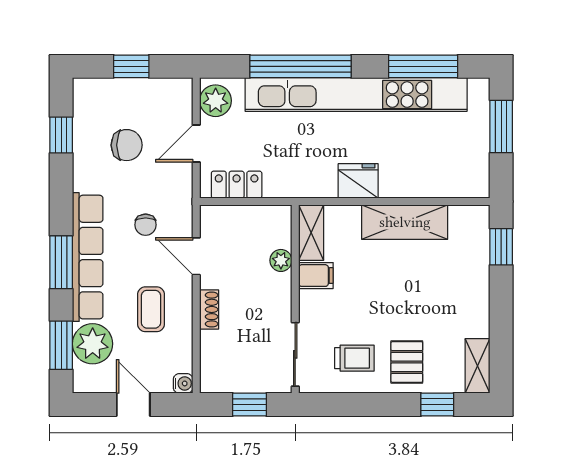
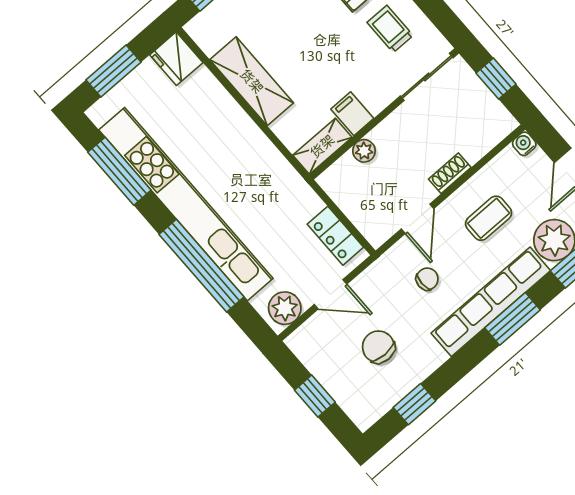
fridge: (358, 181) -> (176, 59), moved

